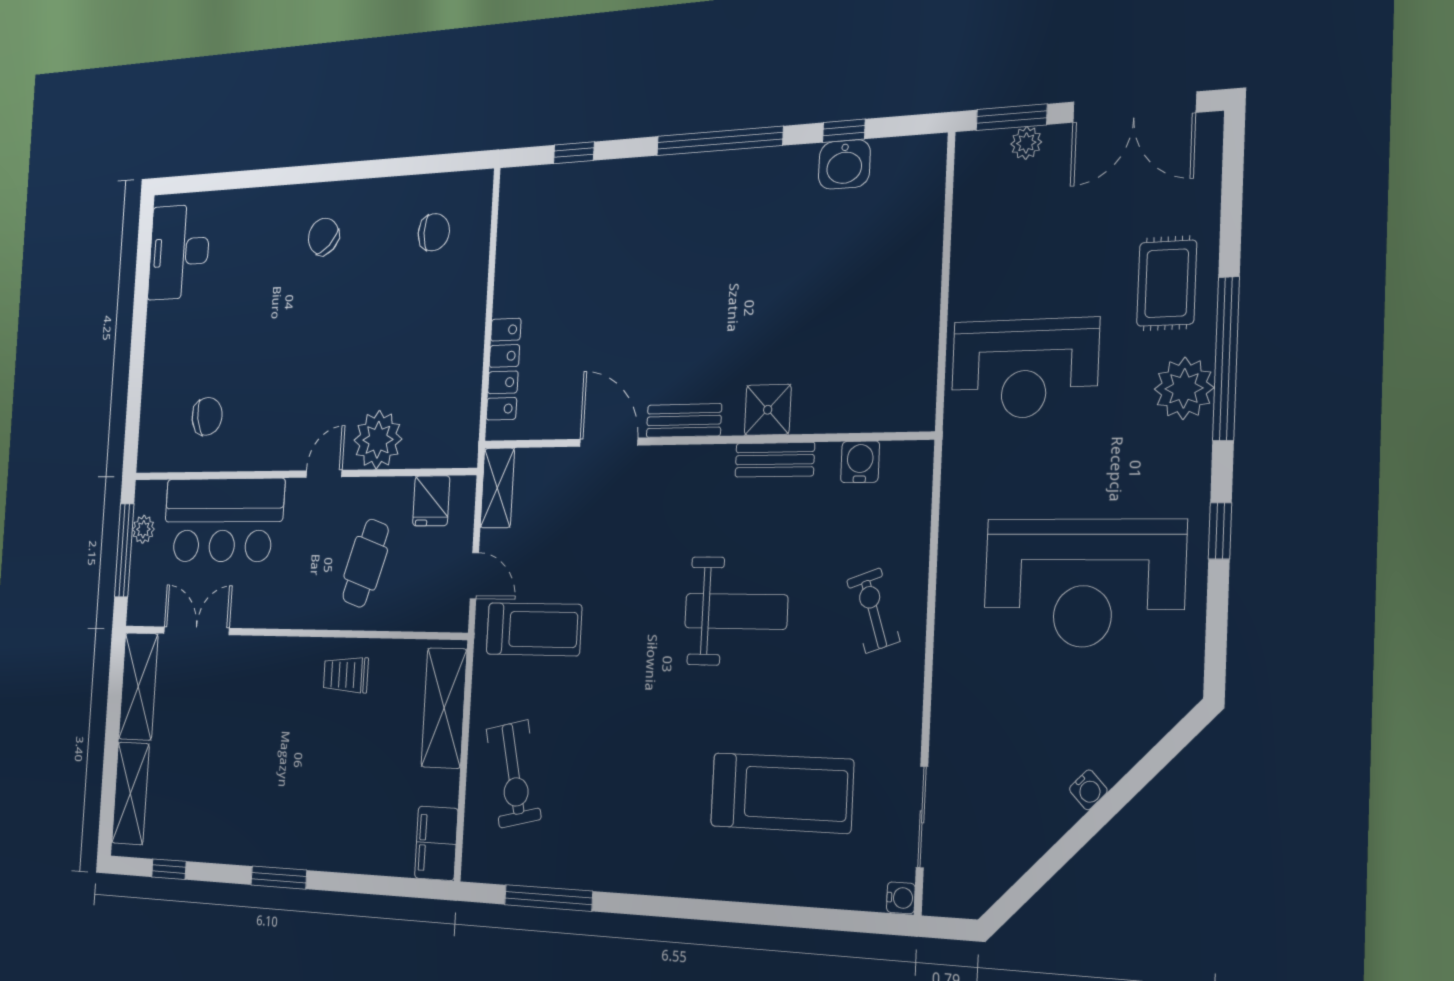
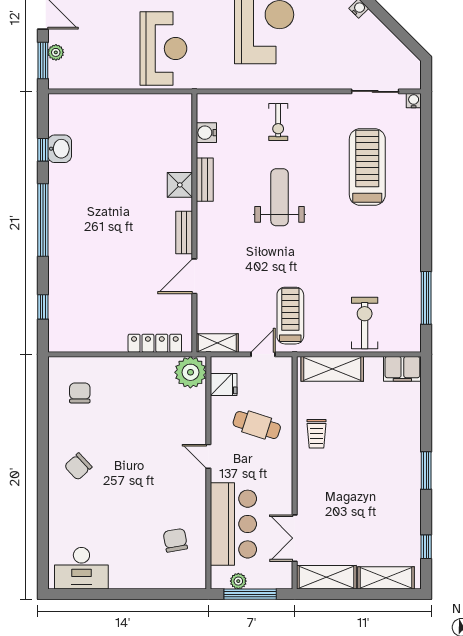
plant: (378, 440) -> (190, 372), moved
exercise bike: (873, 611) -> (278, 122), turned -71
exercise bike: (514, 774) -> (365, 323), turned -77

